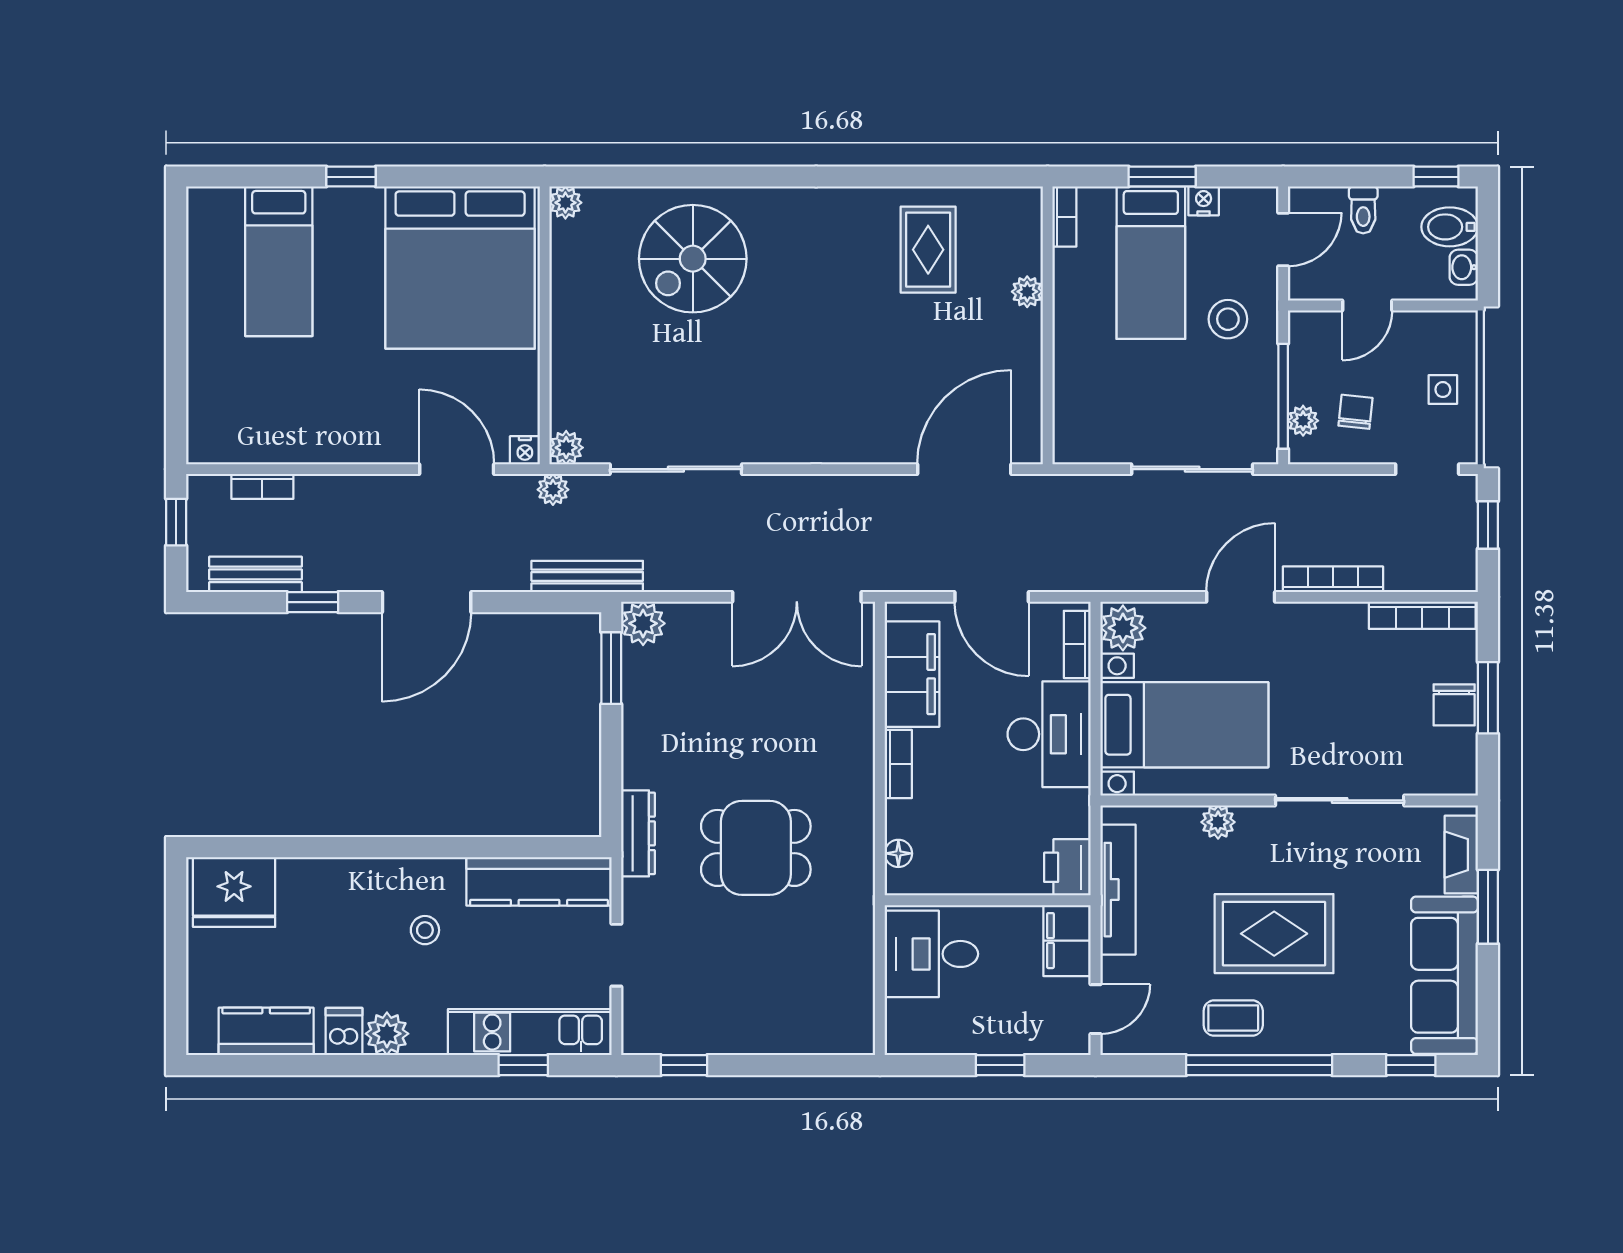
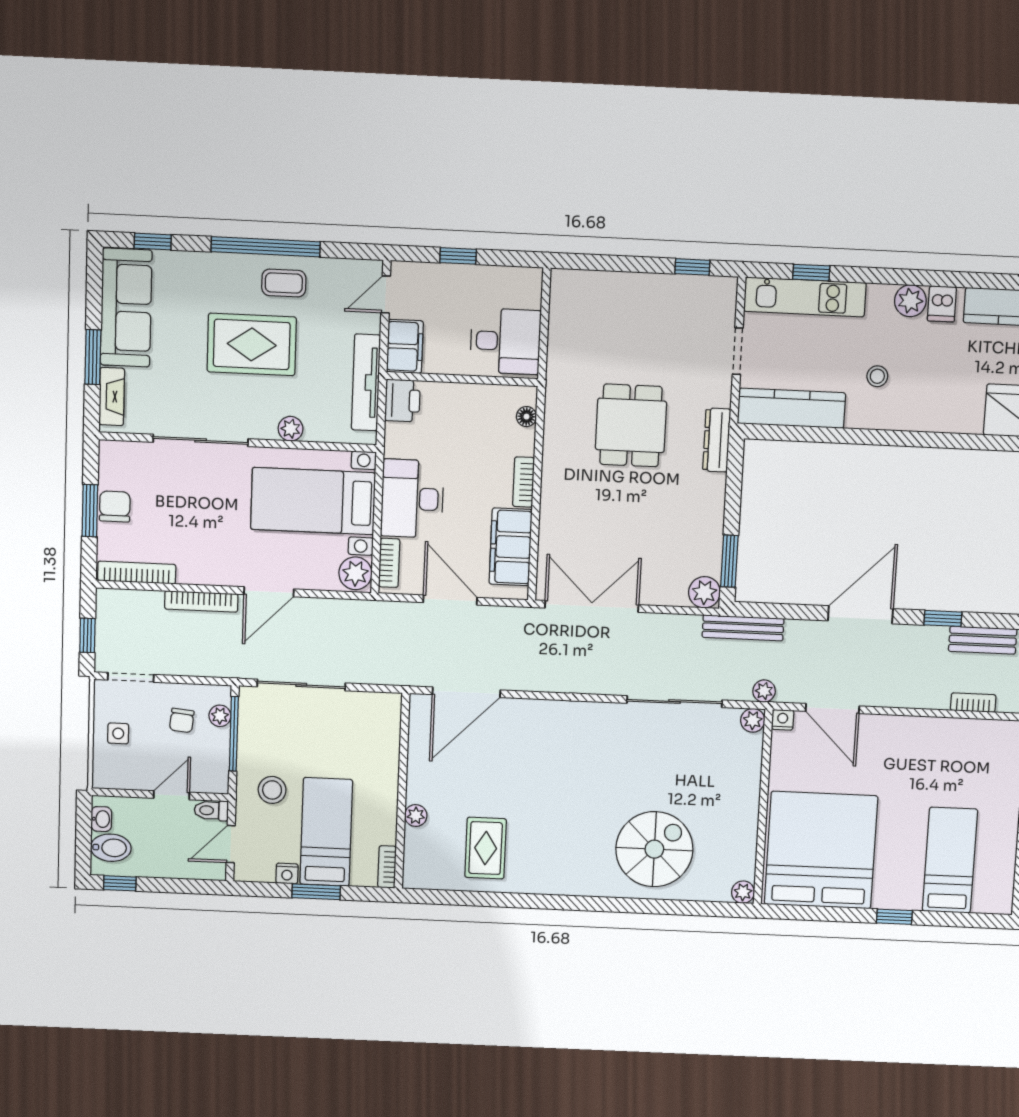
toilet: (1363, 210) -> (211, 810), moved, turned -90
dining table: (756, 848) -> (631, 425), turned 90

